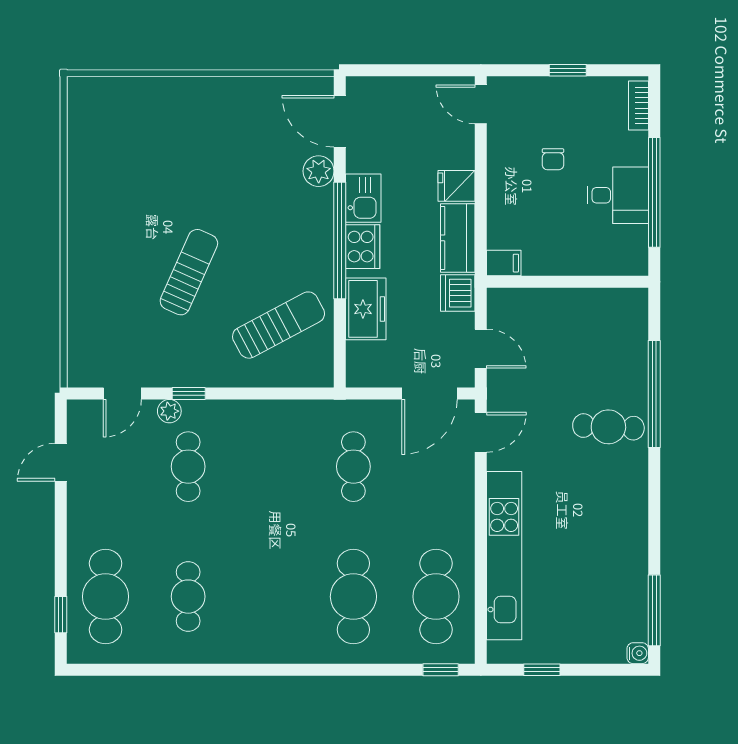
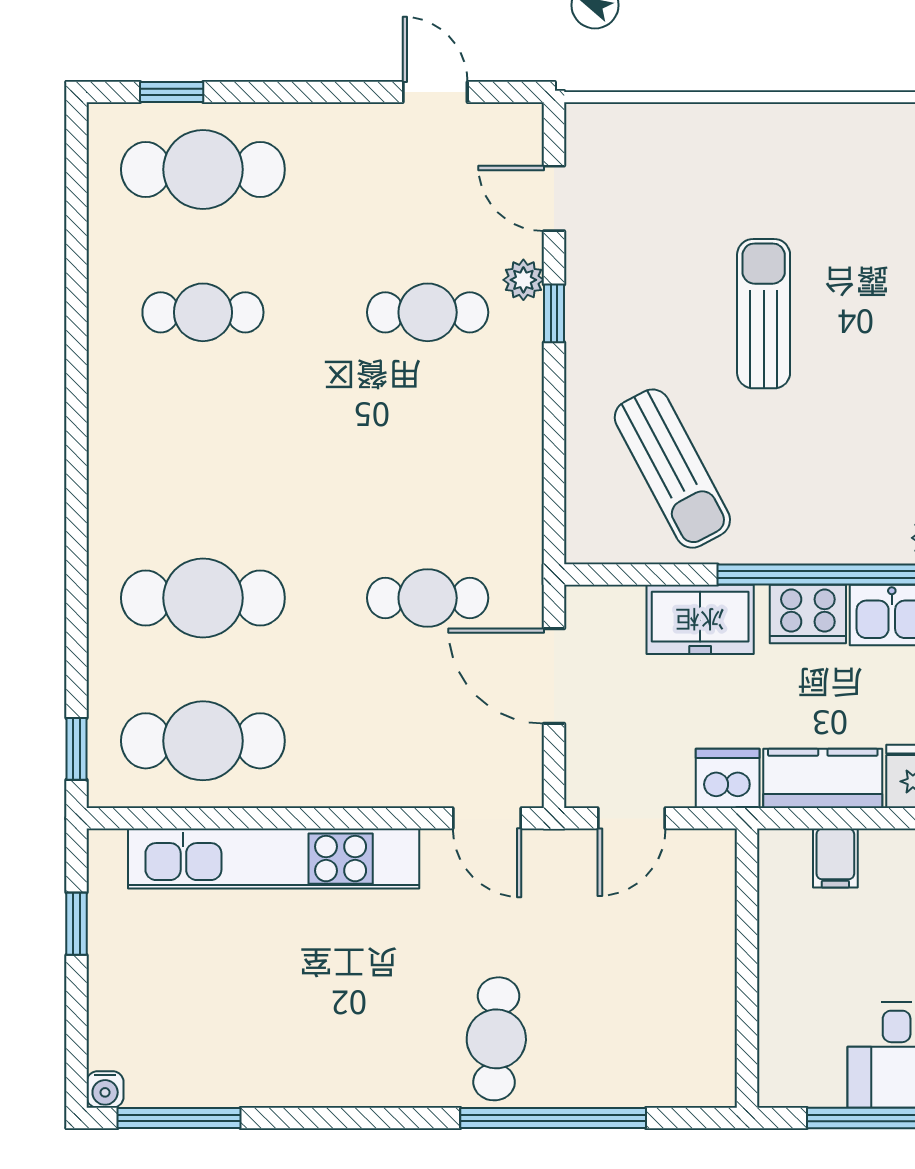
filing cabinet: (504, 263) -> (835, 858), moved
sun lounger: (189, 272) -> (764, 314), turned -114
door: (429, 393) -> (554, 676), moved

